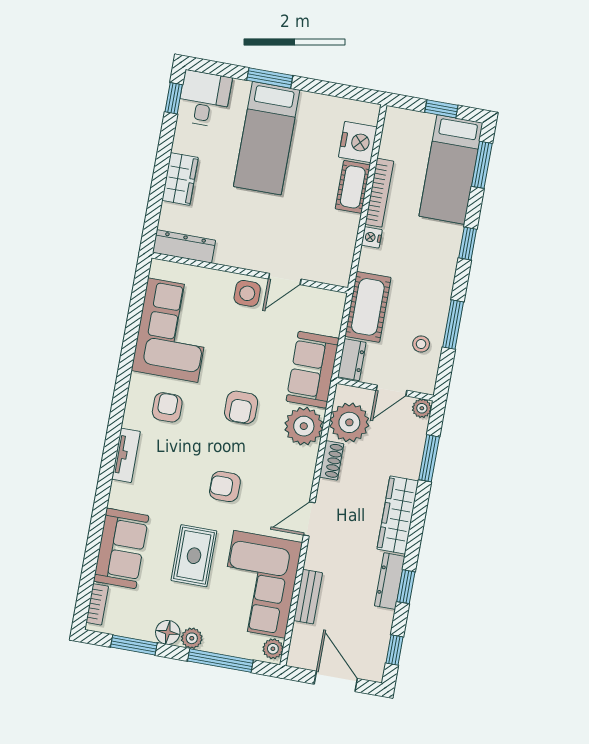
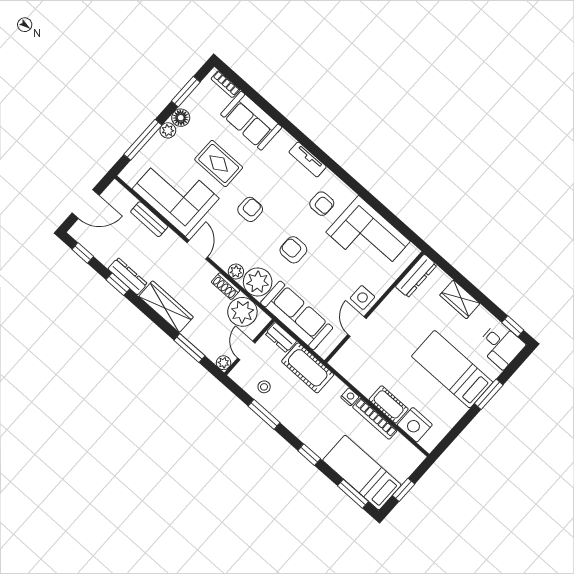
sofa: (313, 370) -> (297, 315), width x1.36
plant: (273, 649) -> (236, 271), moved

